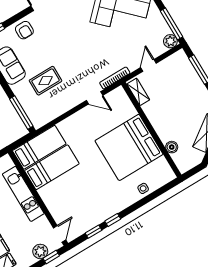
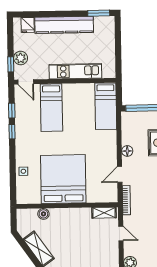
floor lamp: (69, 104) -> (127, 151), added
bed: (52, 167) -> (51, 108), moved

